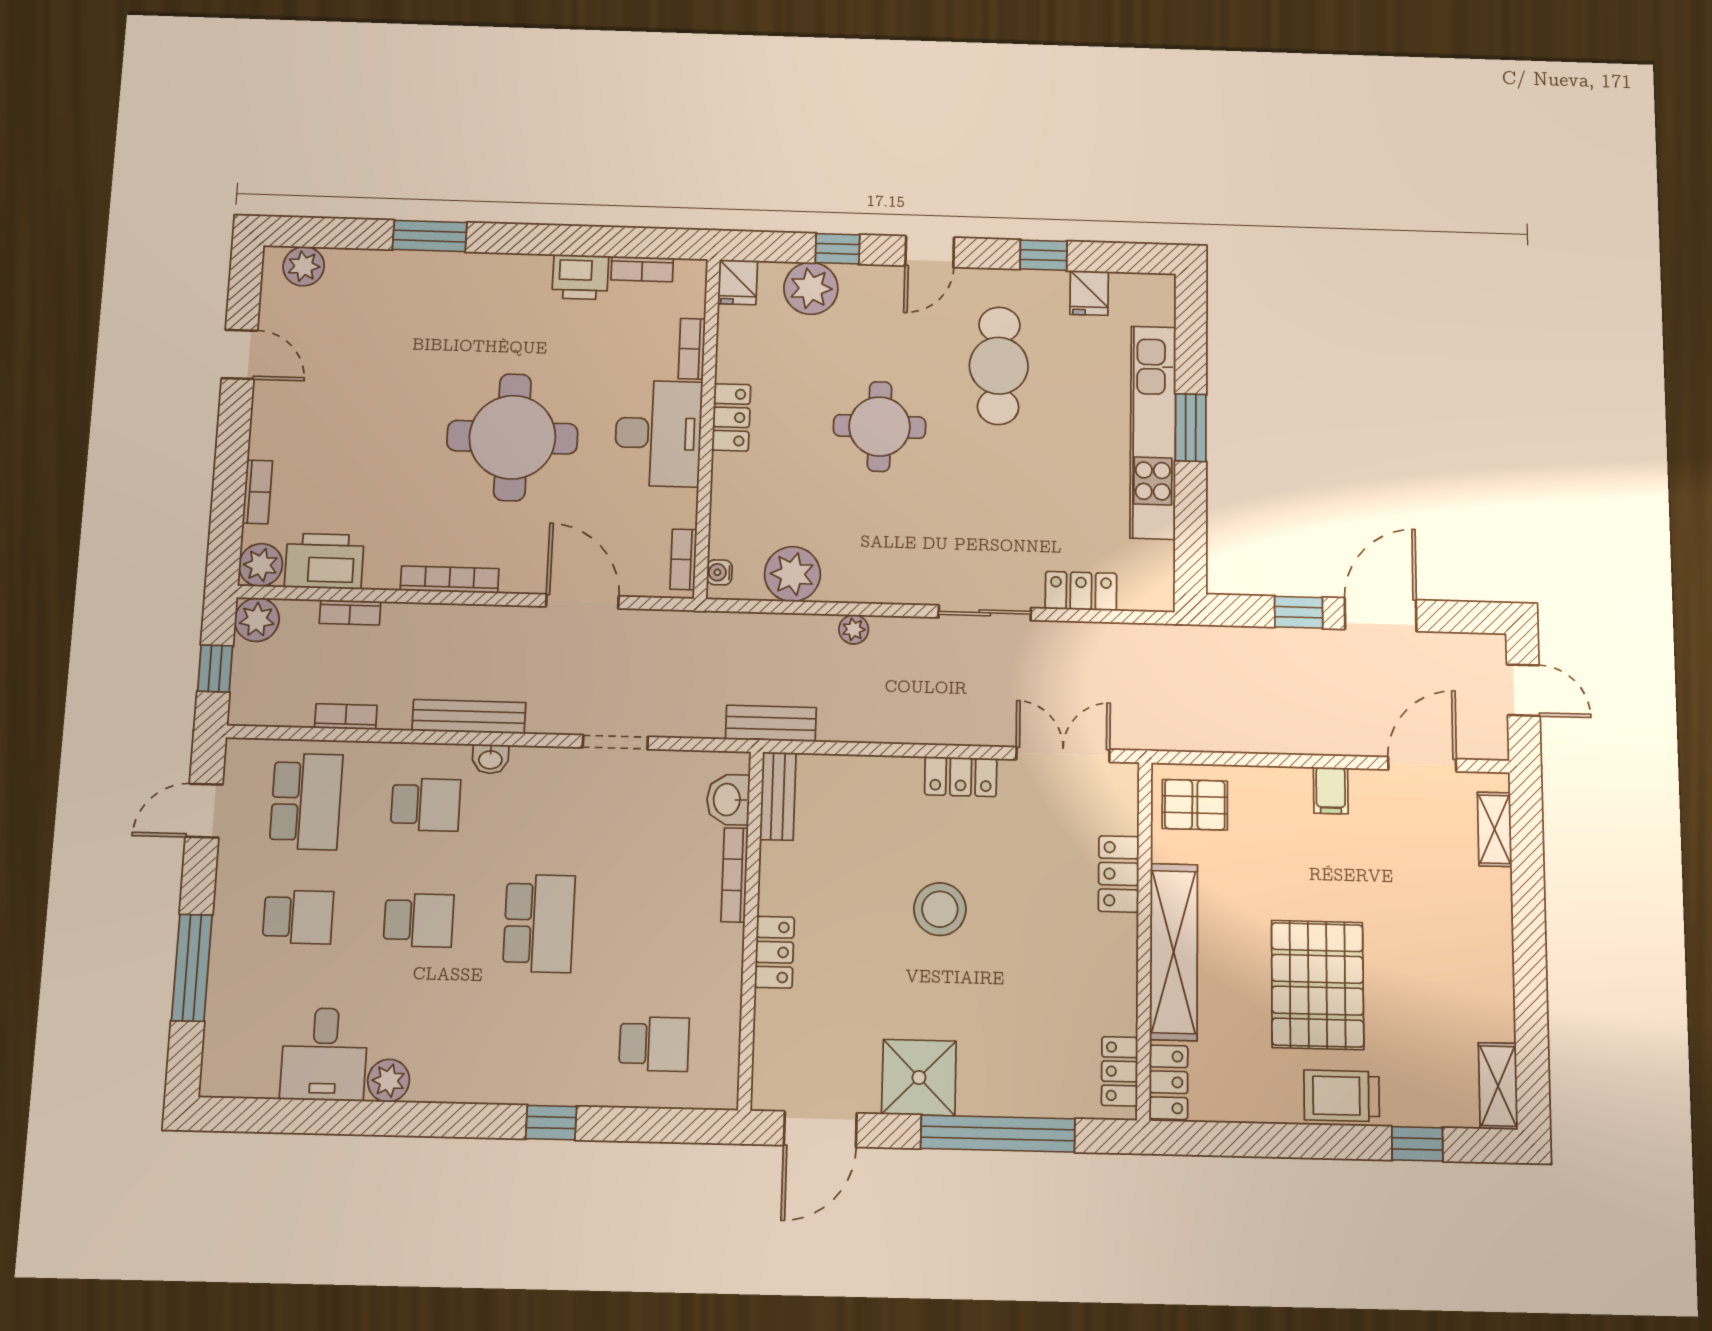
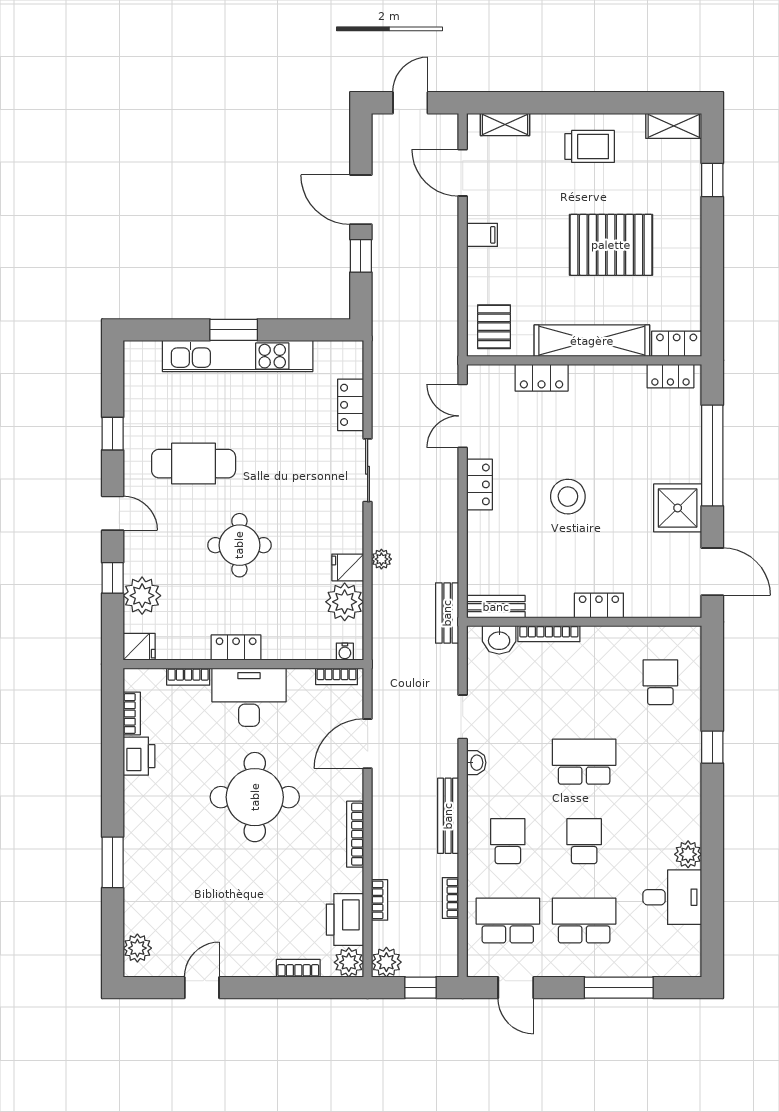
fridge: (1089, 293) -> (348, 567), moved, turned 180
washbasin: (490, 759) -> (476, 763), moved
school desk: (298, 917) -> (584, 920), width x1.85
trolley: (1342, 1096) -> (590, 146), moved, turned -90

